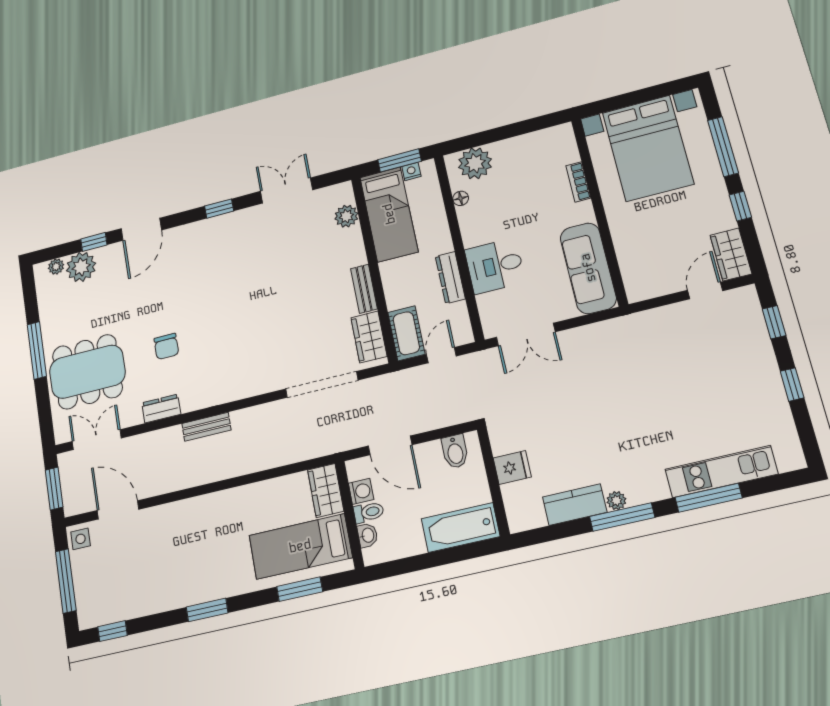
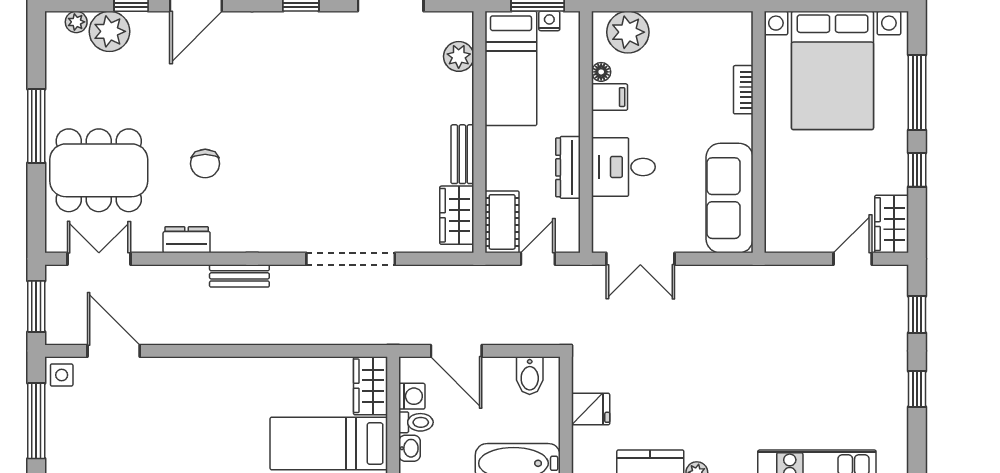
filing cabinet: (472, 215) -> (610, 97), added
doorway: (322, 384) -> (351, 259), moved

